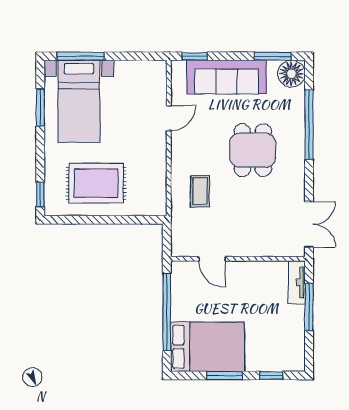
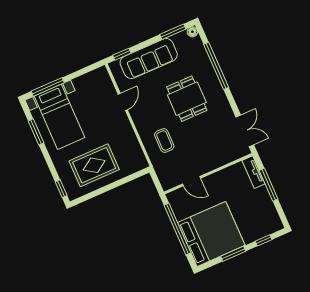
floor lamp: (291, 74) -> (192, 32), width x0.53, depth x0.53
bed: (208, 347) -> (211, 234), width x1.36

